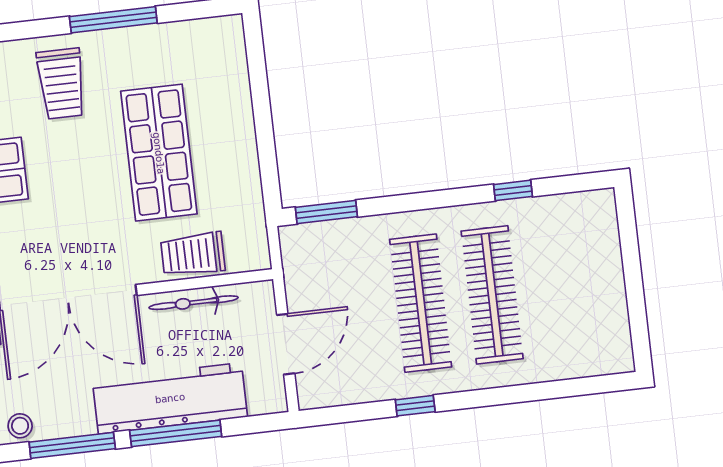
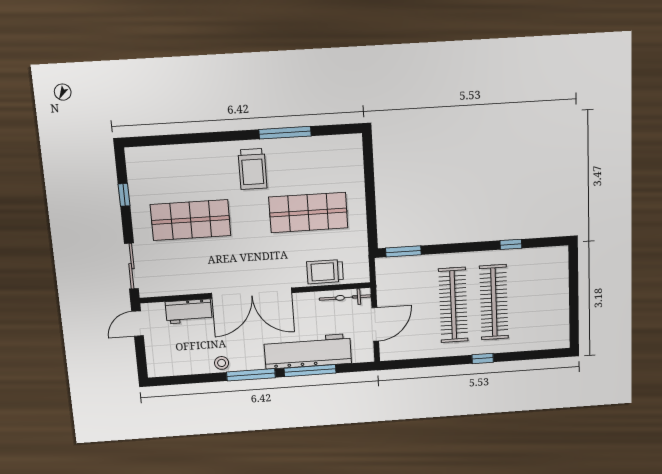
shop shelf: (159, 153) -> (308, 213), turned 90
bicycle: (194, 303) -> (345, 298), moved
window: (415, 406) -> (483, 358), moved

